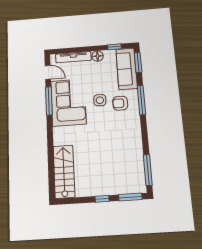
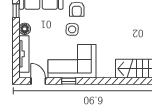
door: (48, 72) -> (38, 81), hinge flipped
window: (49, 101) -> (69, 81), width x0.46

